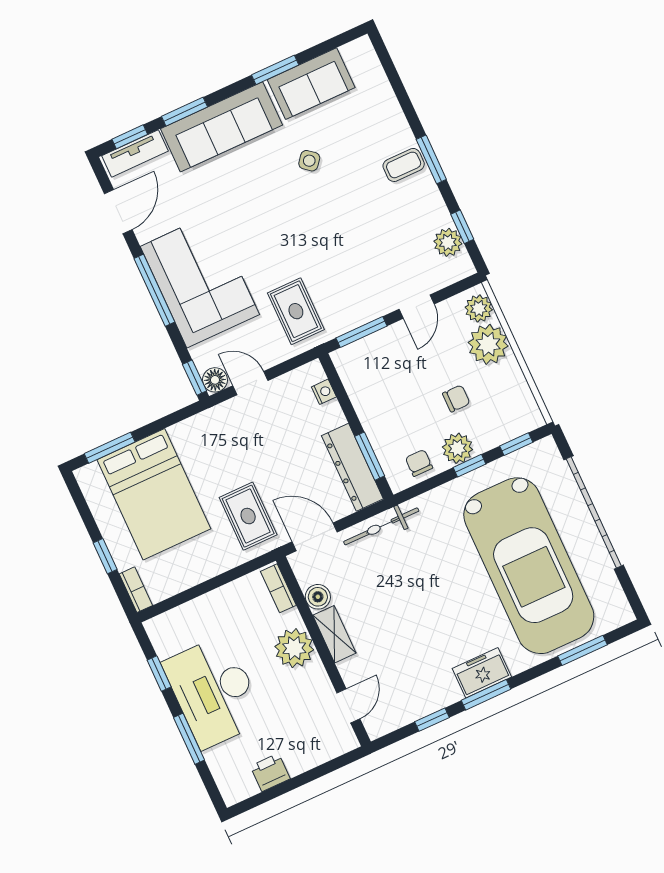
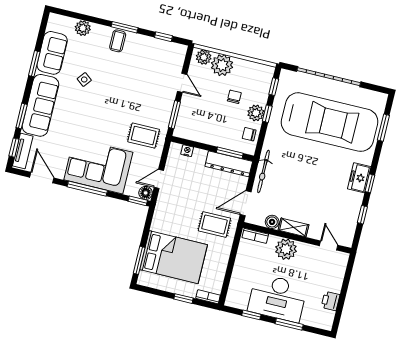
plant: (448, 242) -> (83, 28), moved
window: (486, 695) -> (370, 183), width x0.67

